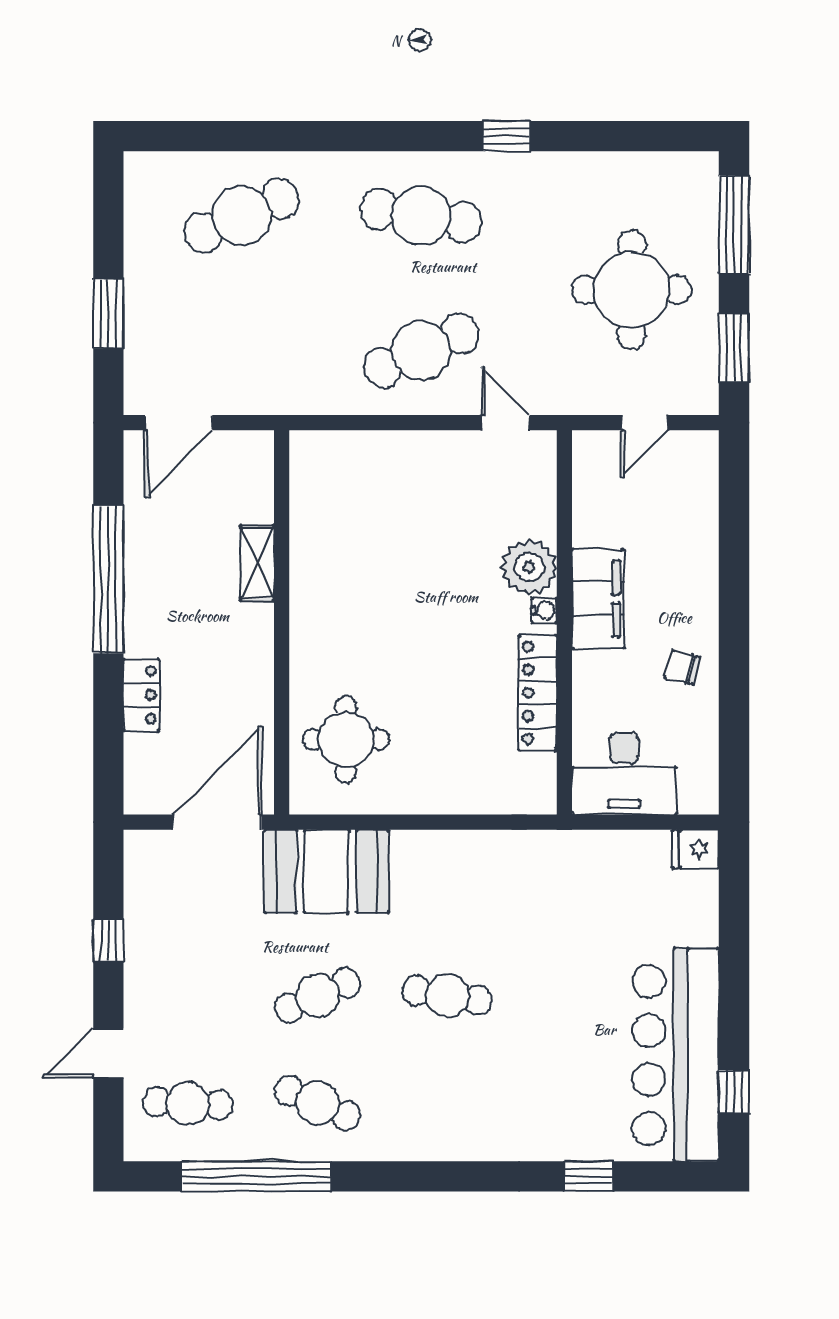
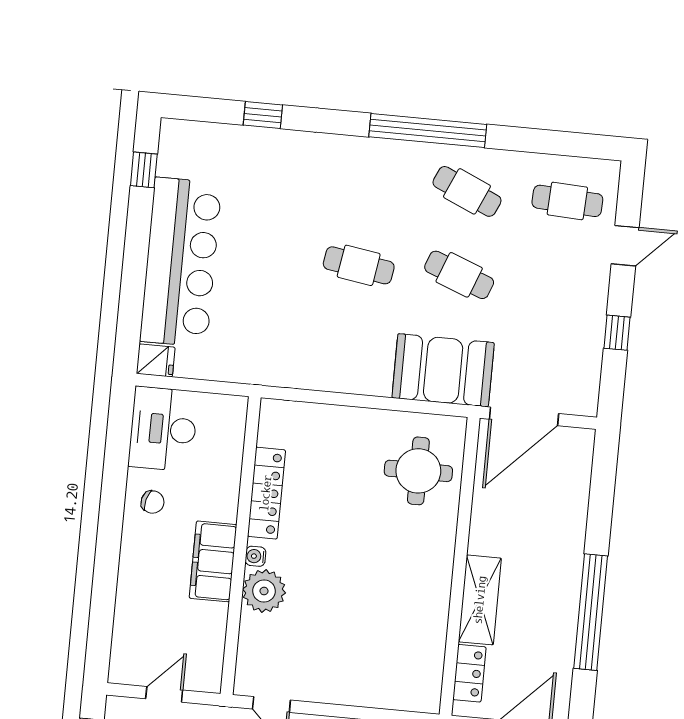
shelving: (257, 563) -> (480, 600), width x1.50, depth x1.33
locker: (142, 695) -> (469, 673), moved, turned 180
desk: (624, 774) -> (163, 429), moved, turned -90
cafe table: (318, 995) -> (459, 275), turned 45
bar counter: (676, 1055) -> (181, 262), moved
window: (256, 1176) -> (428, 131), moved

